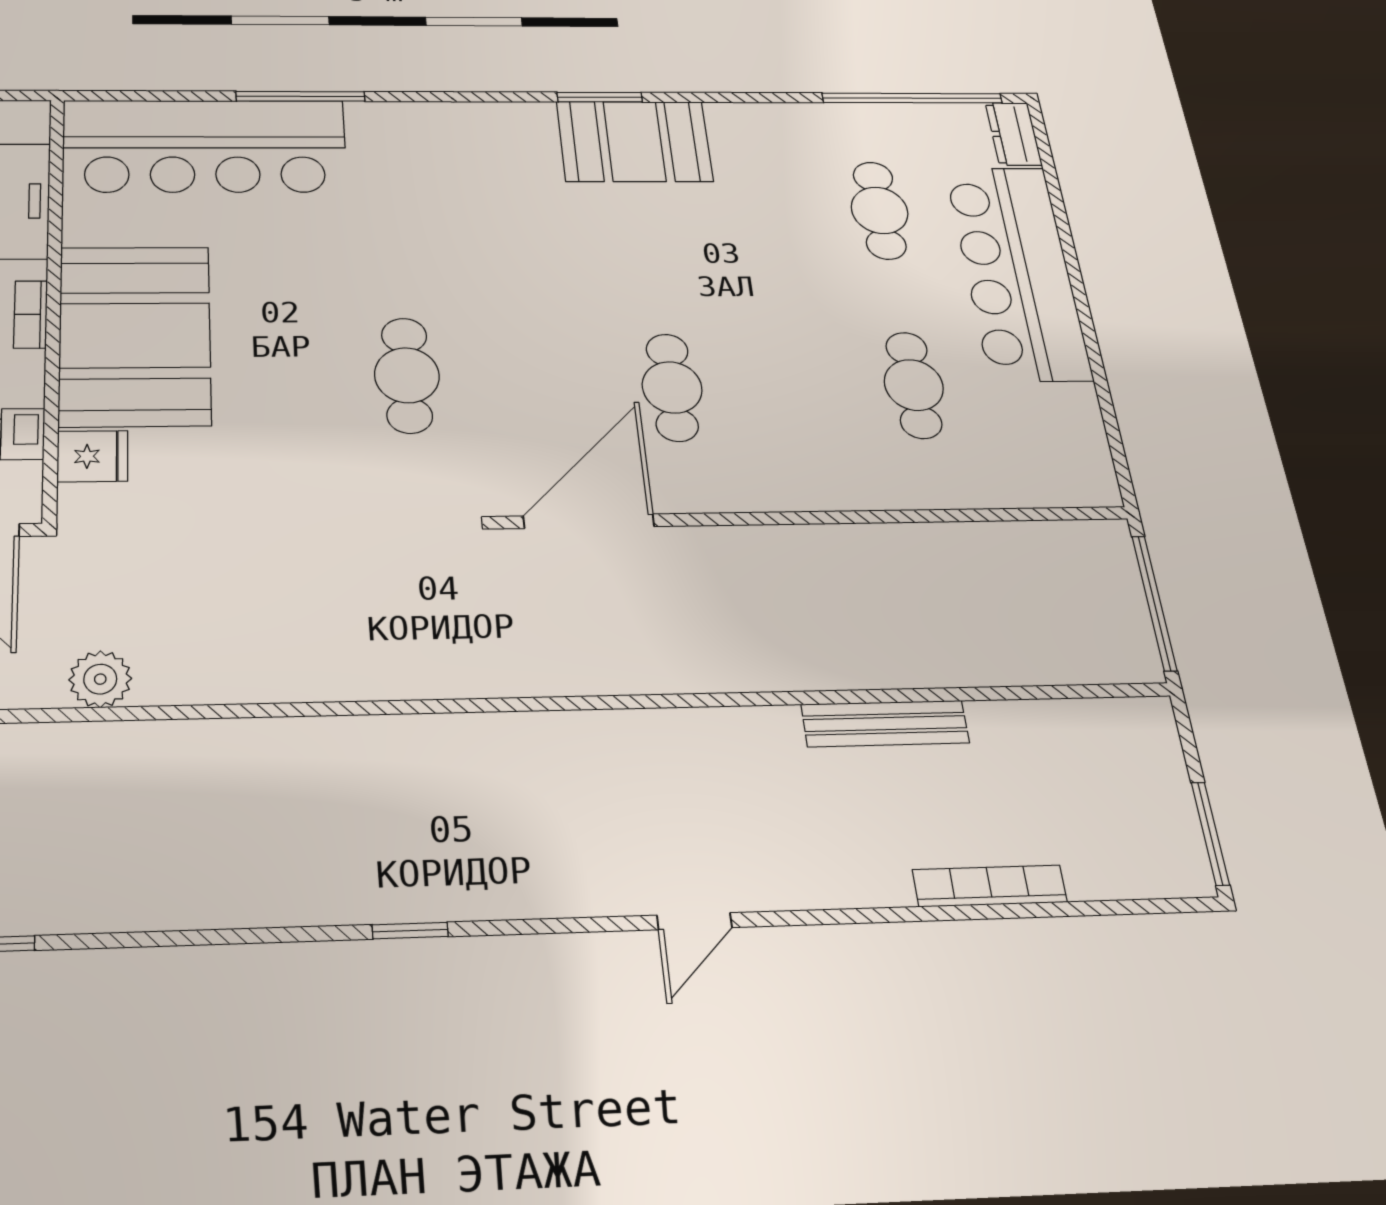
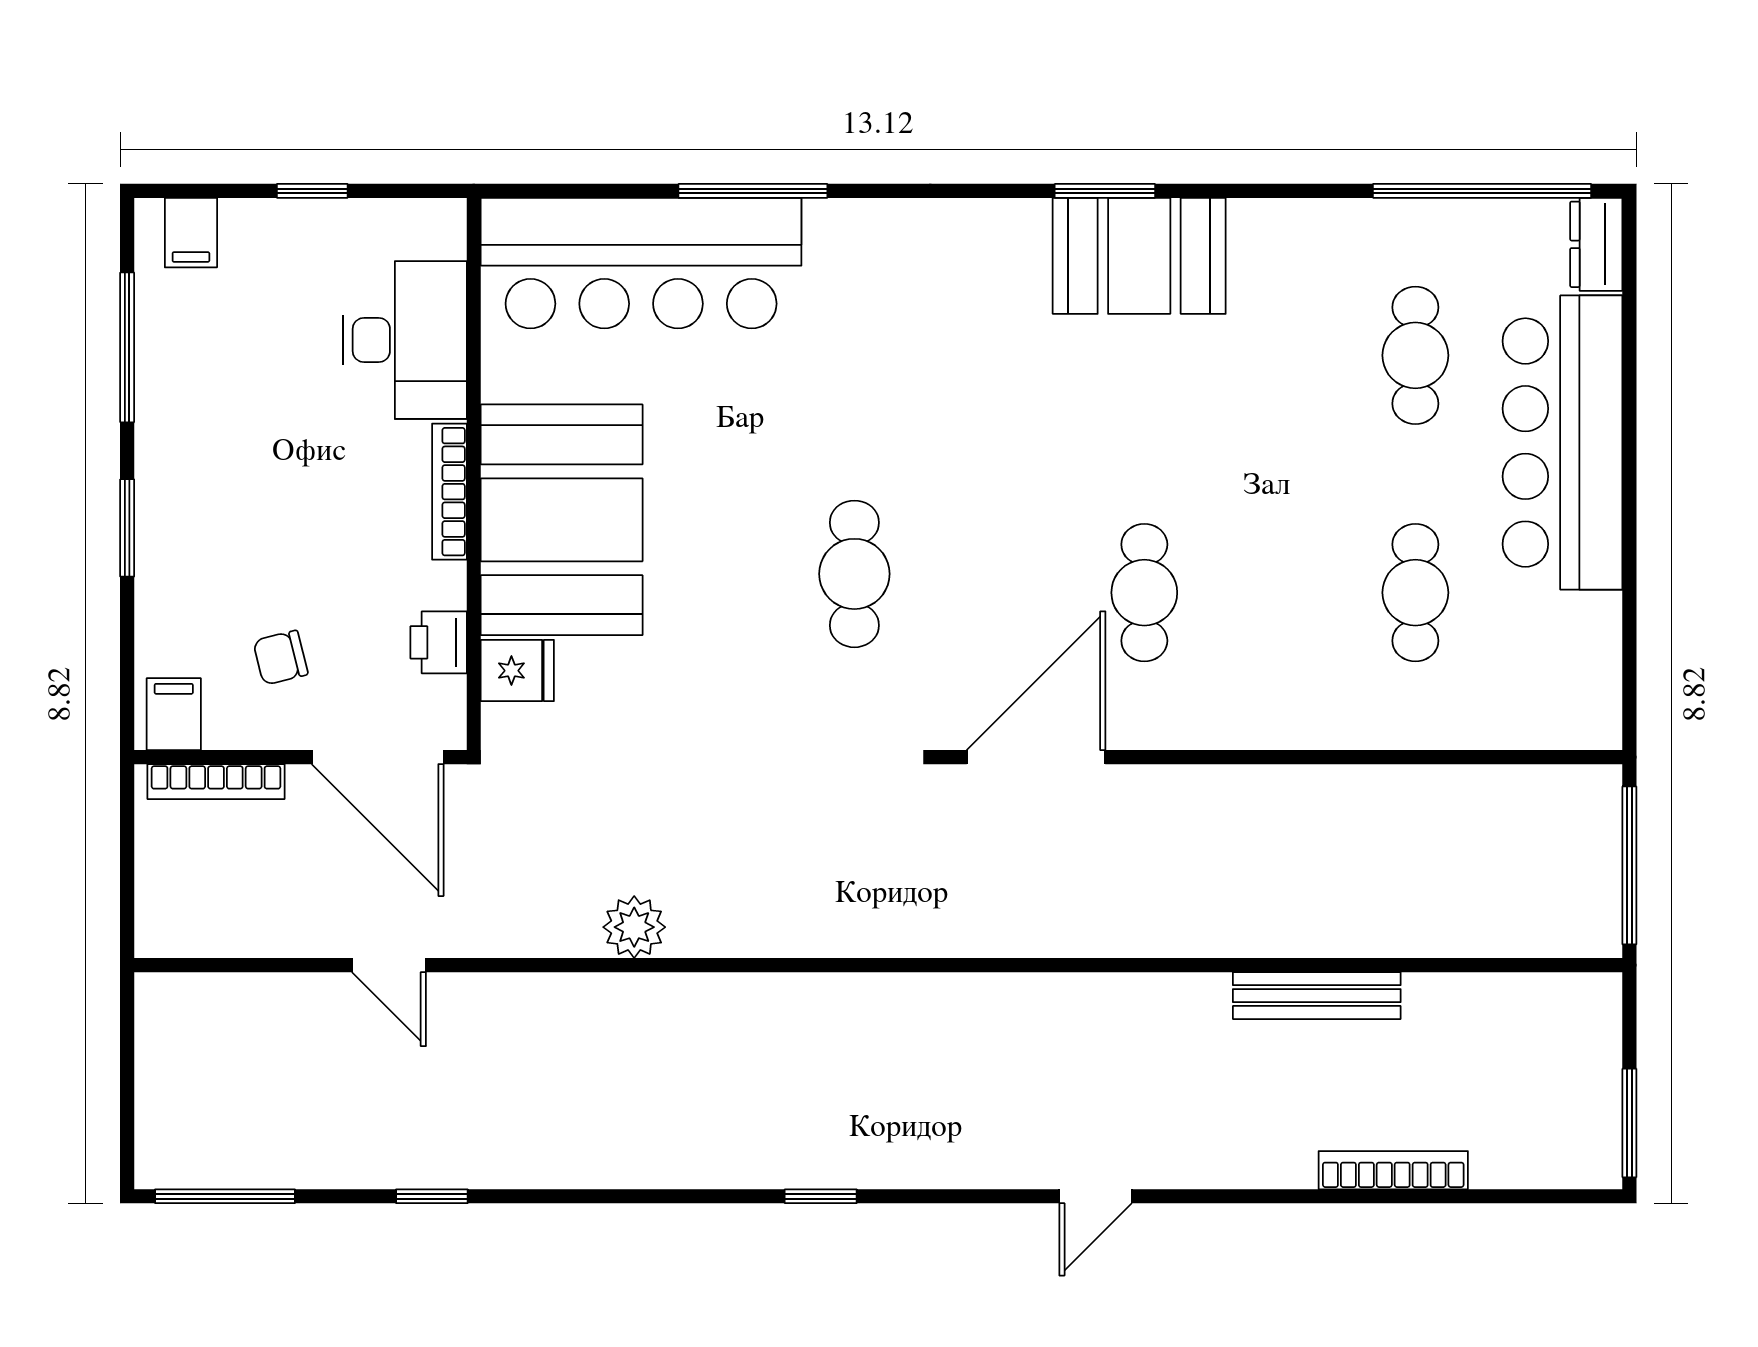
bookcase: (31, 314) -> (449, 492), width x1.56
plant: (100, 679) -> (634, 927), moved

